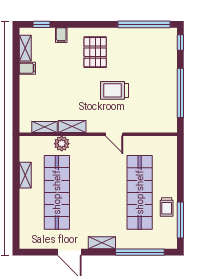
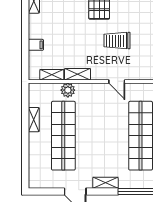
filing cabinet: (27, 68) -> (36, 45), moved

